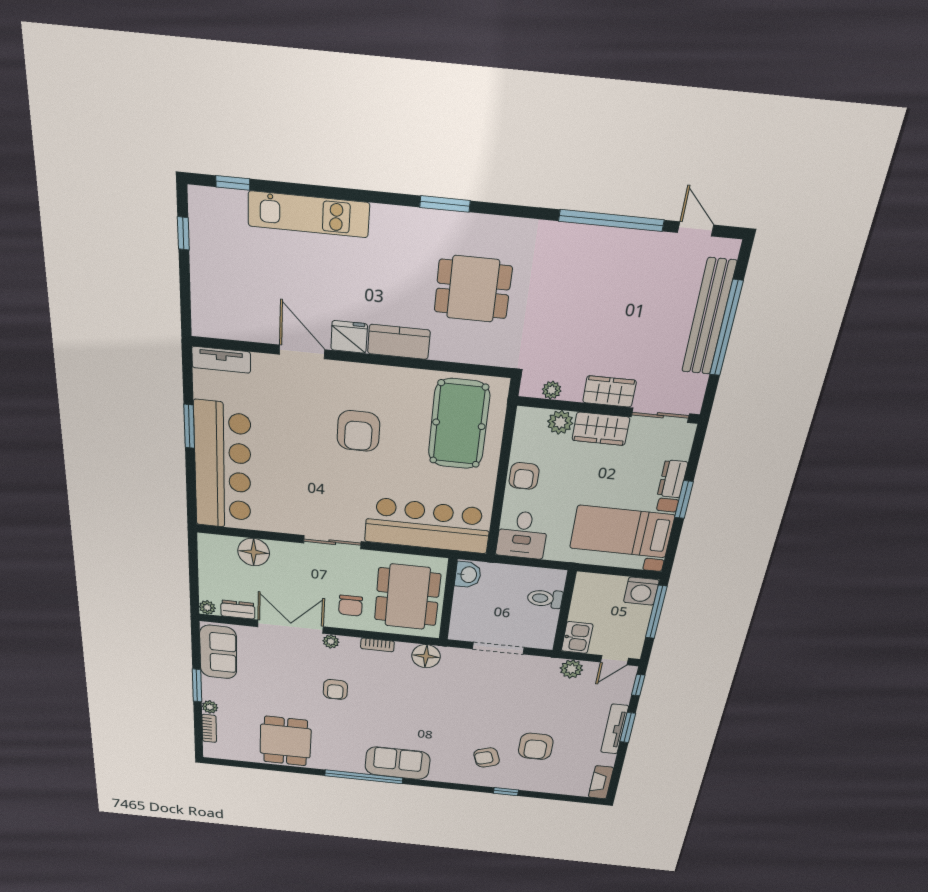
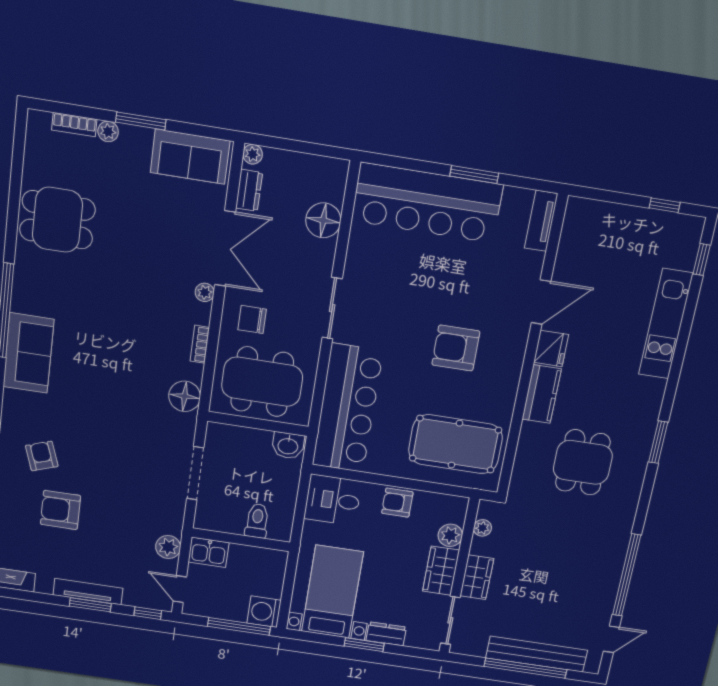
armchair: (335, 689) -> (137, 290), removed

